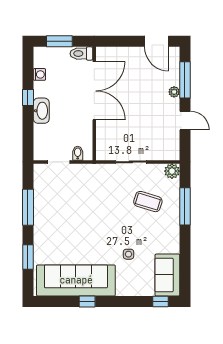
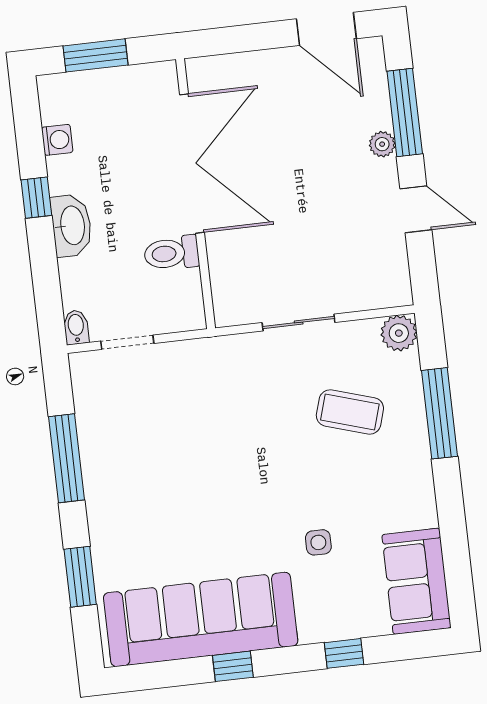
toilet: (81, 54) -> (171, 253), moved
bidet: (78, 153) -> (76, 327), moved
window: (160, 301) -> (344, 653), moved

